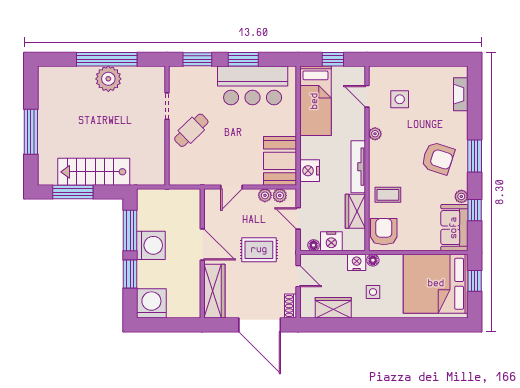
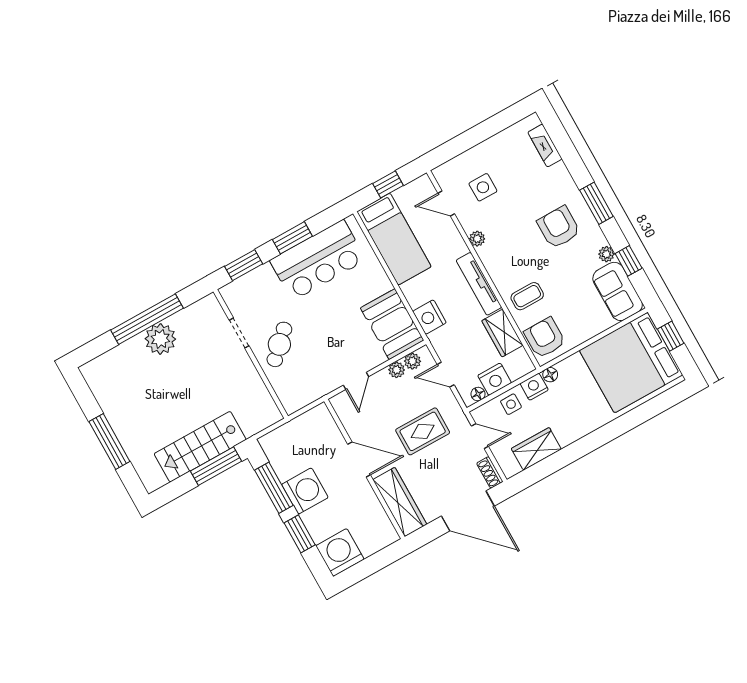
armchair: (438, 158) -> (559, 227), turned -108
window: (73, 192) -> (216, 466), moved
side table: (373, 292) -> (511, 404), moved

